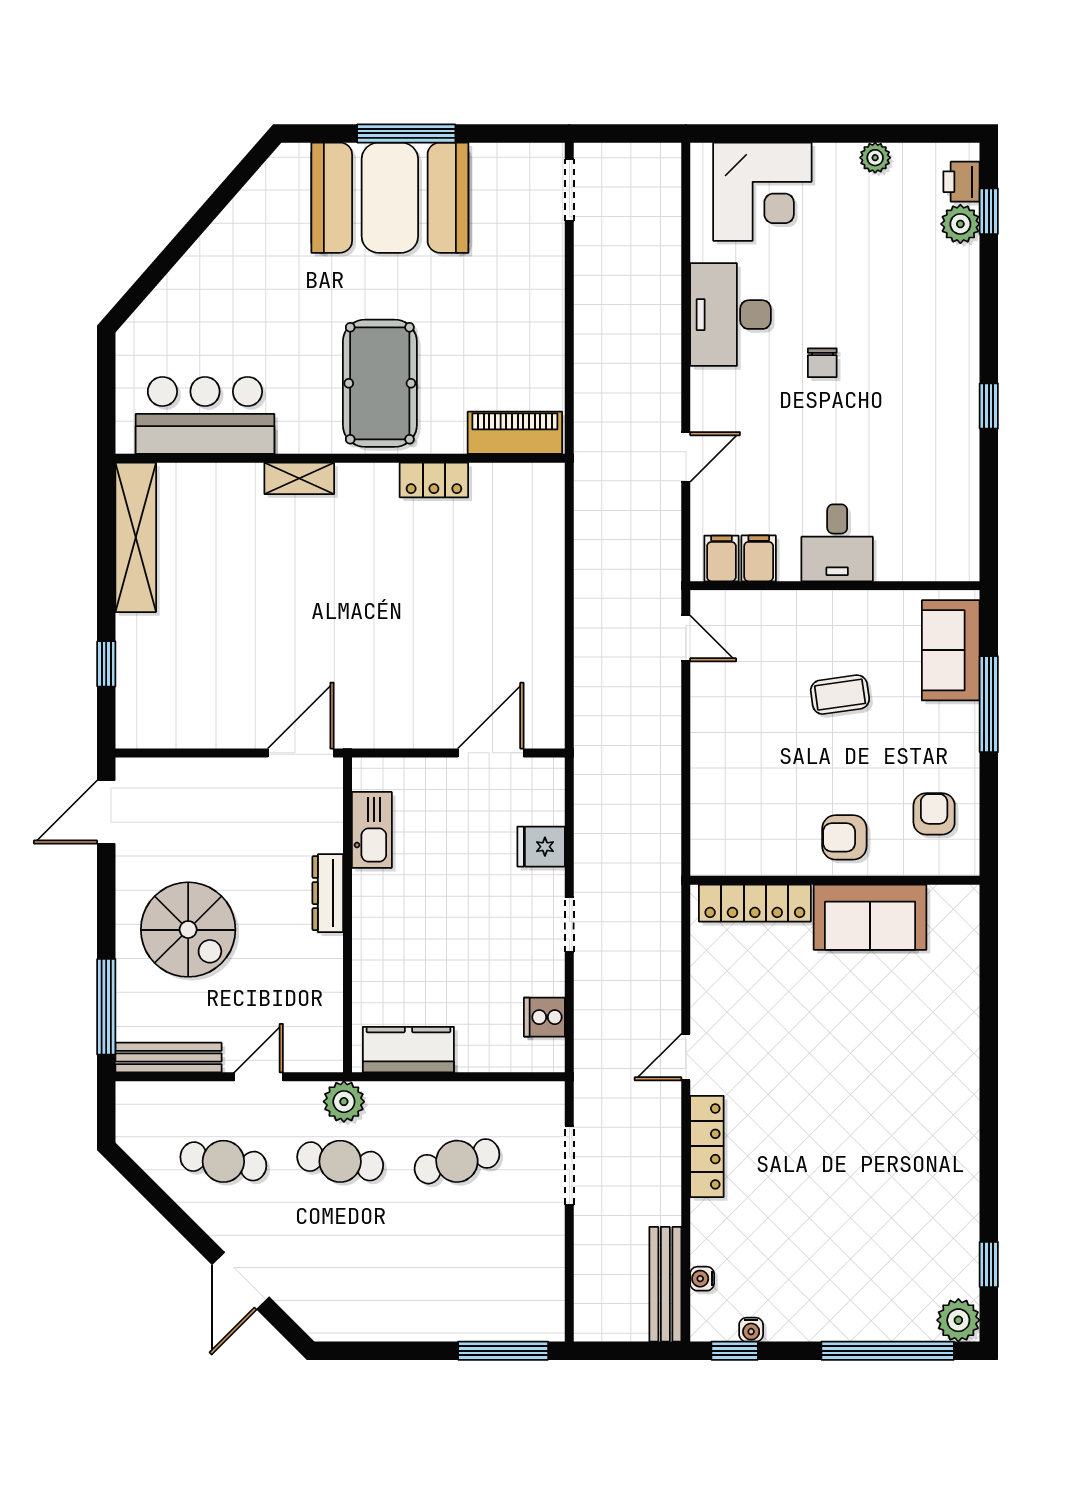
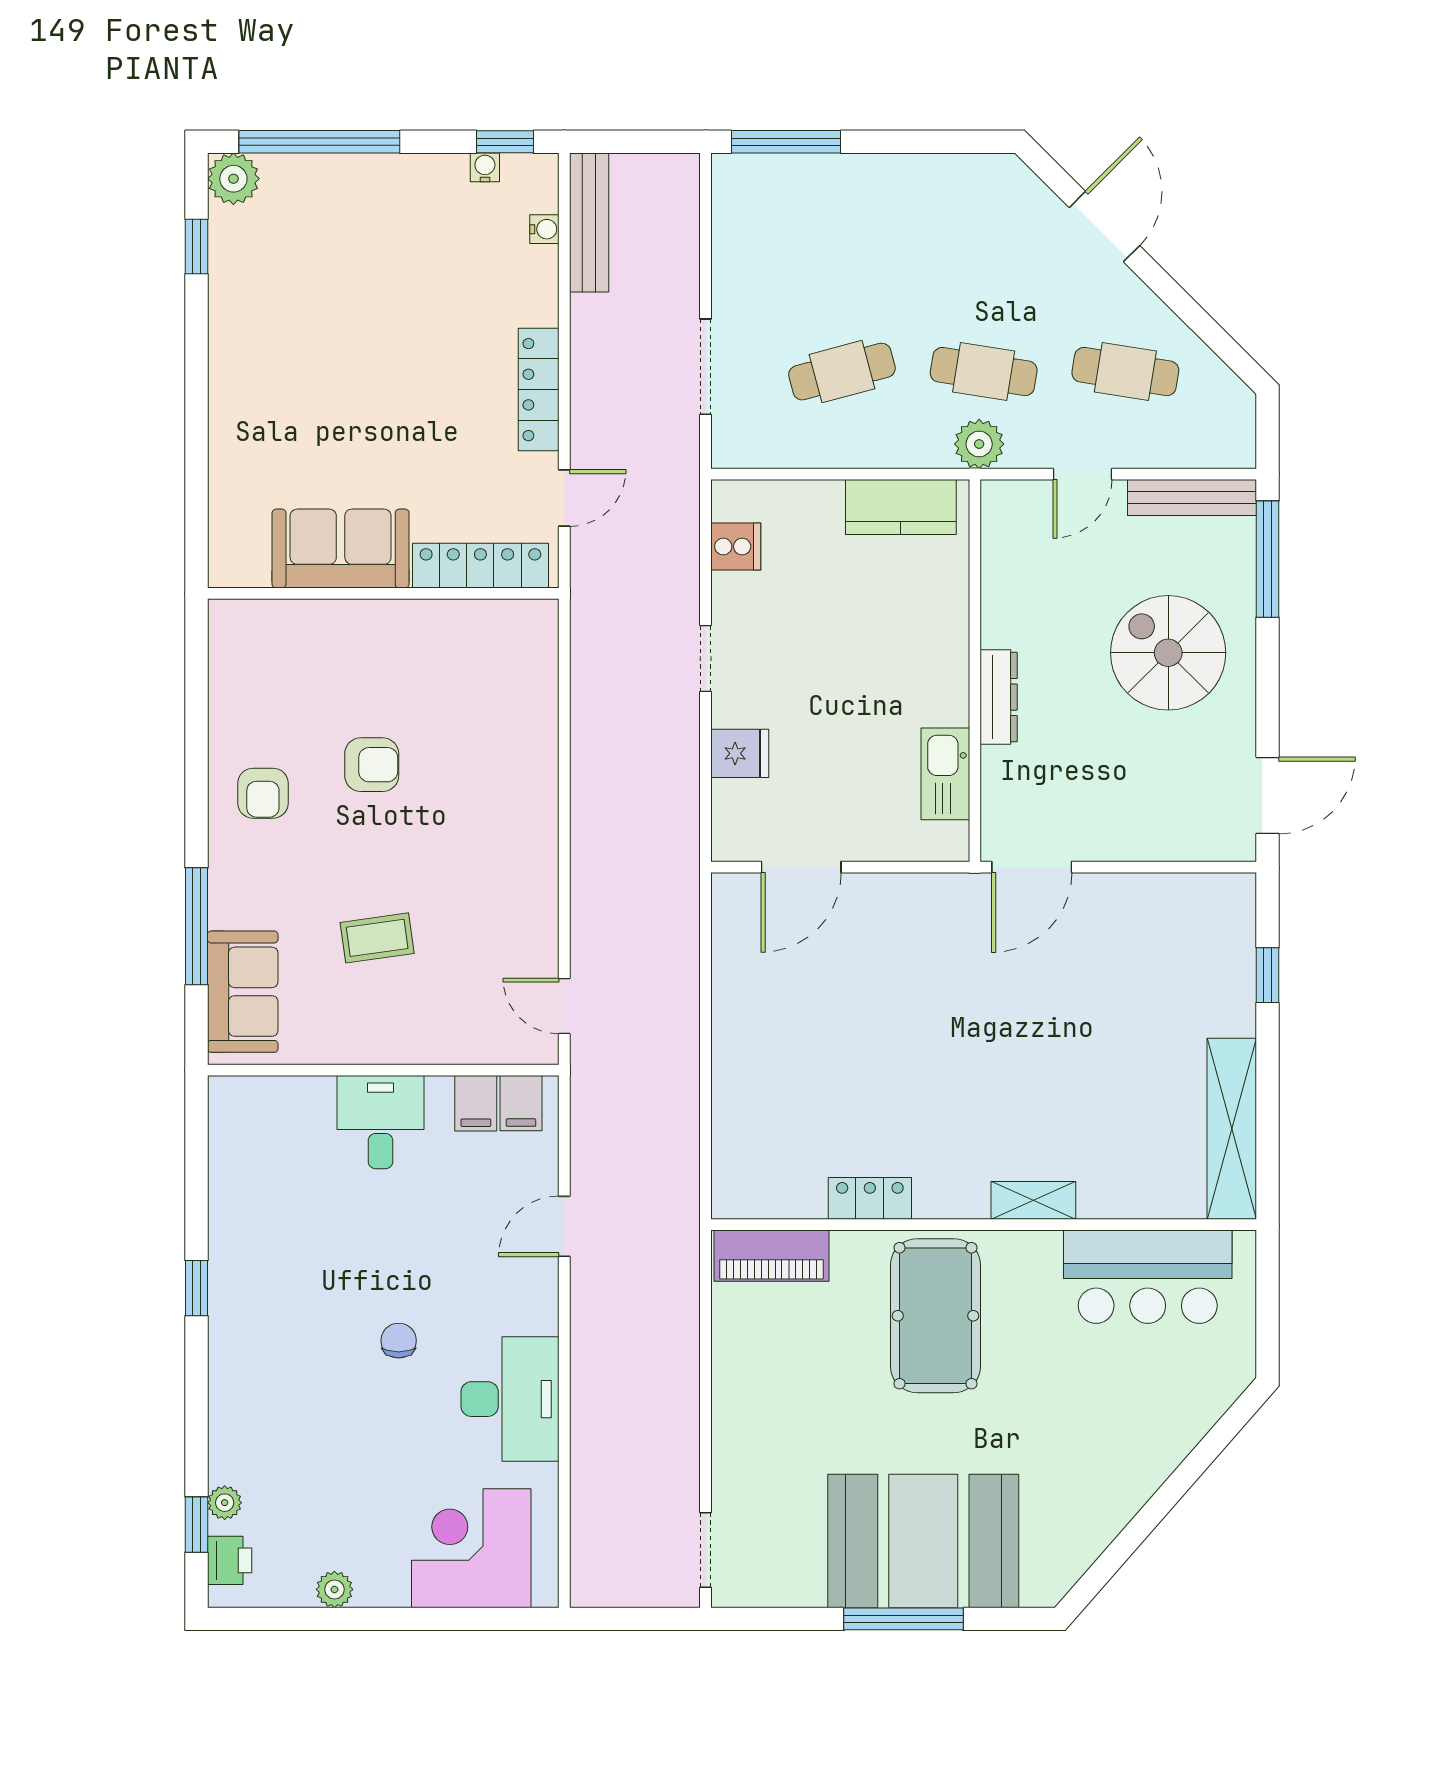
plant: (960, 224) -> (225, 1503), width x0.73, depth x0.73
wall: (835, 880) -> (383, 593), moved
locker: (755, 903) -> (480, 566), moved
sofa: (870, 917) -> (341, 549), moved

